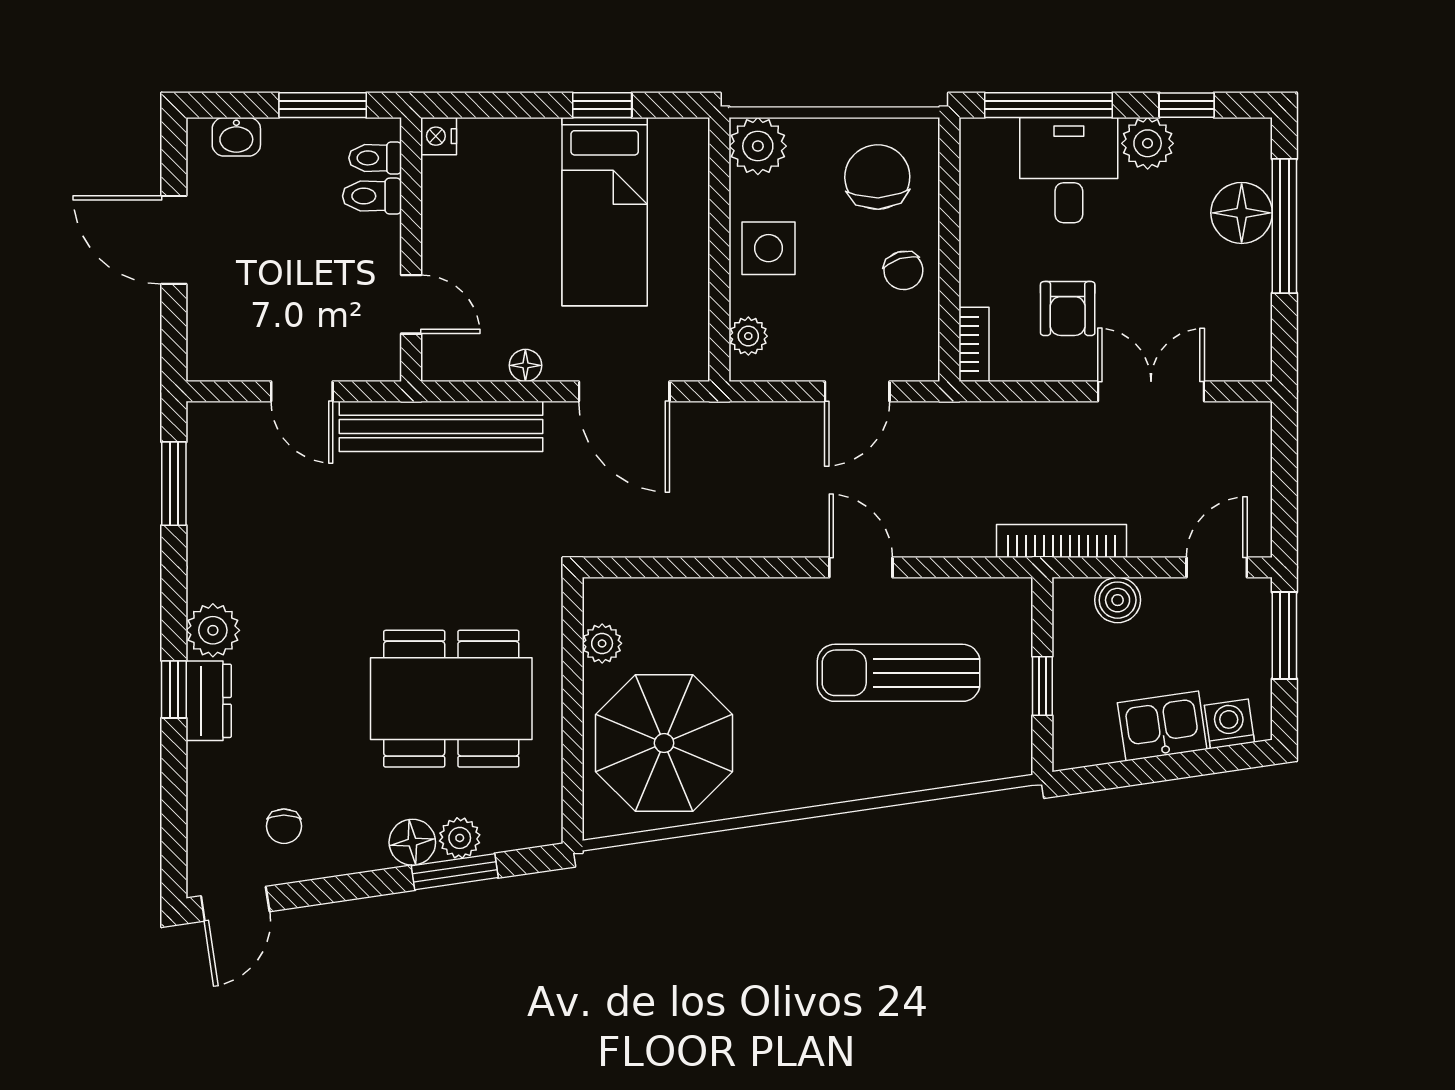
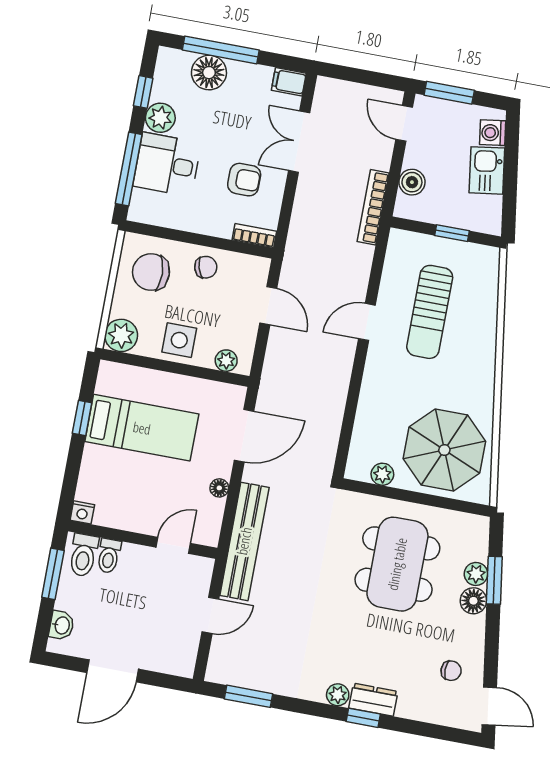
toilet: (375, 158) -> (83, 555), width x1.37, depth x1.39
filing cabinet: (1252, 354) -> (289, 82), added
plant: (213, 630) -> (338, 695), width x0.73, depth x0.73

